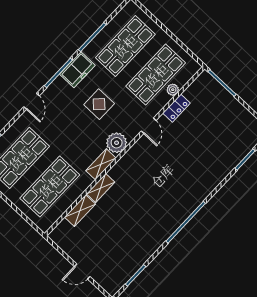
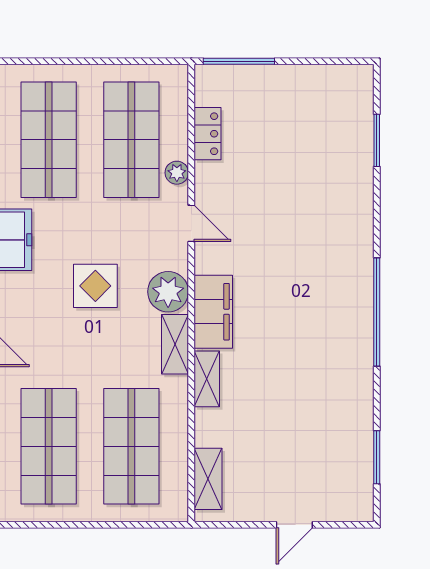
plant: (173, 90) -> (177, 173), moved
display table: (99, 104) -> (95, 286), moved
locker: (177, 108) -> (208, 134), moved
filing cabinet: (126, 166) -> (213, 312), added
shelving: (80, 211) -> (208, 479), moved

